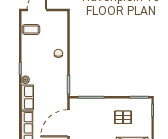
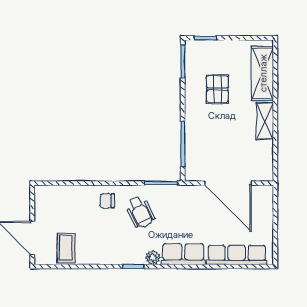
wheelchair: (52, 73) -> (140, 212), added

